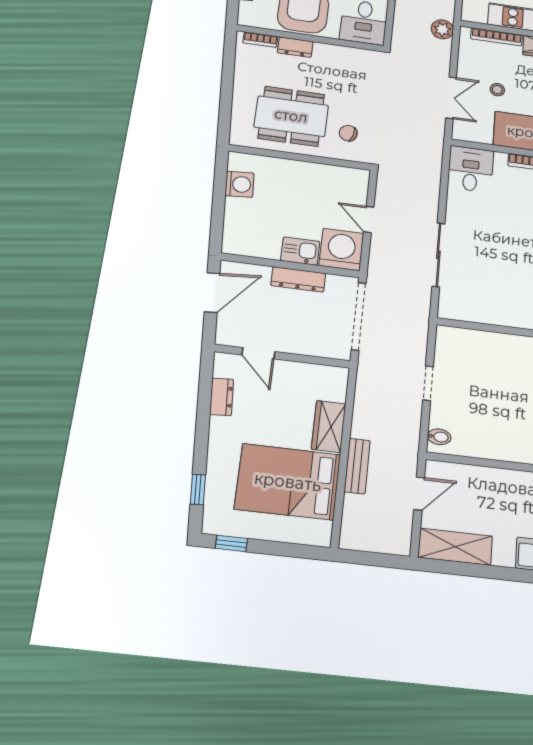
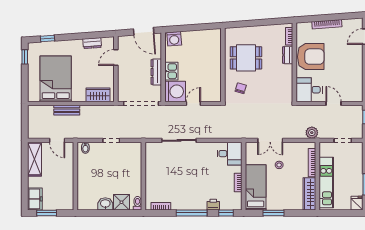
dining table: (291, 116) -> (246, 58), width x0.73
washing machine: (239, 184) -> (174, 39), moved
wardrobe: (329, 426) -> (98, 95), moved

